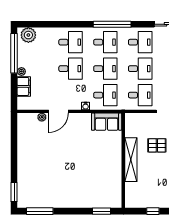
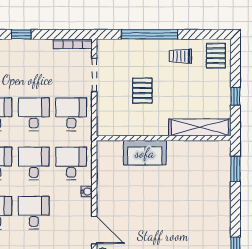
sofa: (107, 122) -> (145, 153), moved, turned 90
shelving: (131, 160) -> (200, 127), moved

